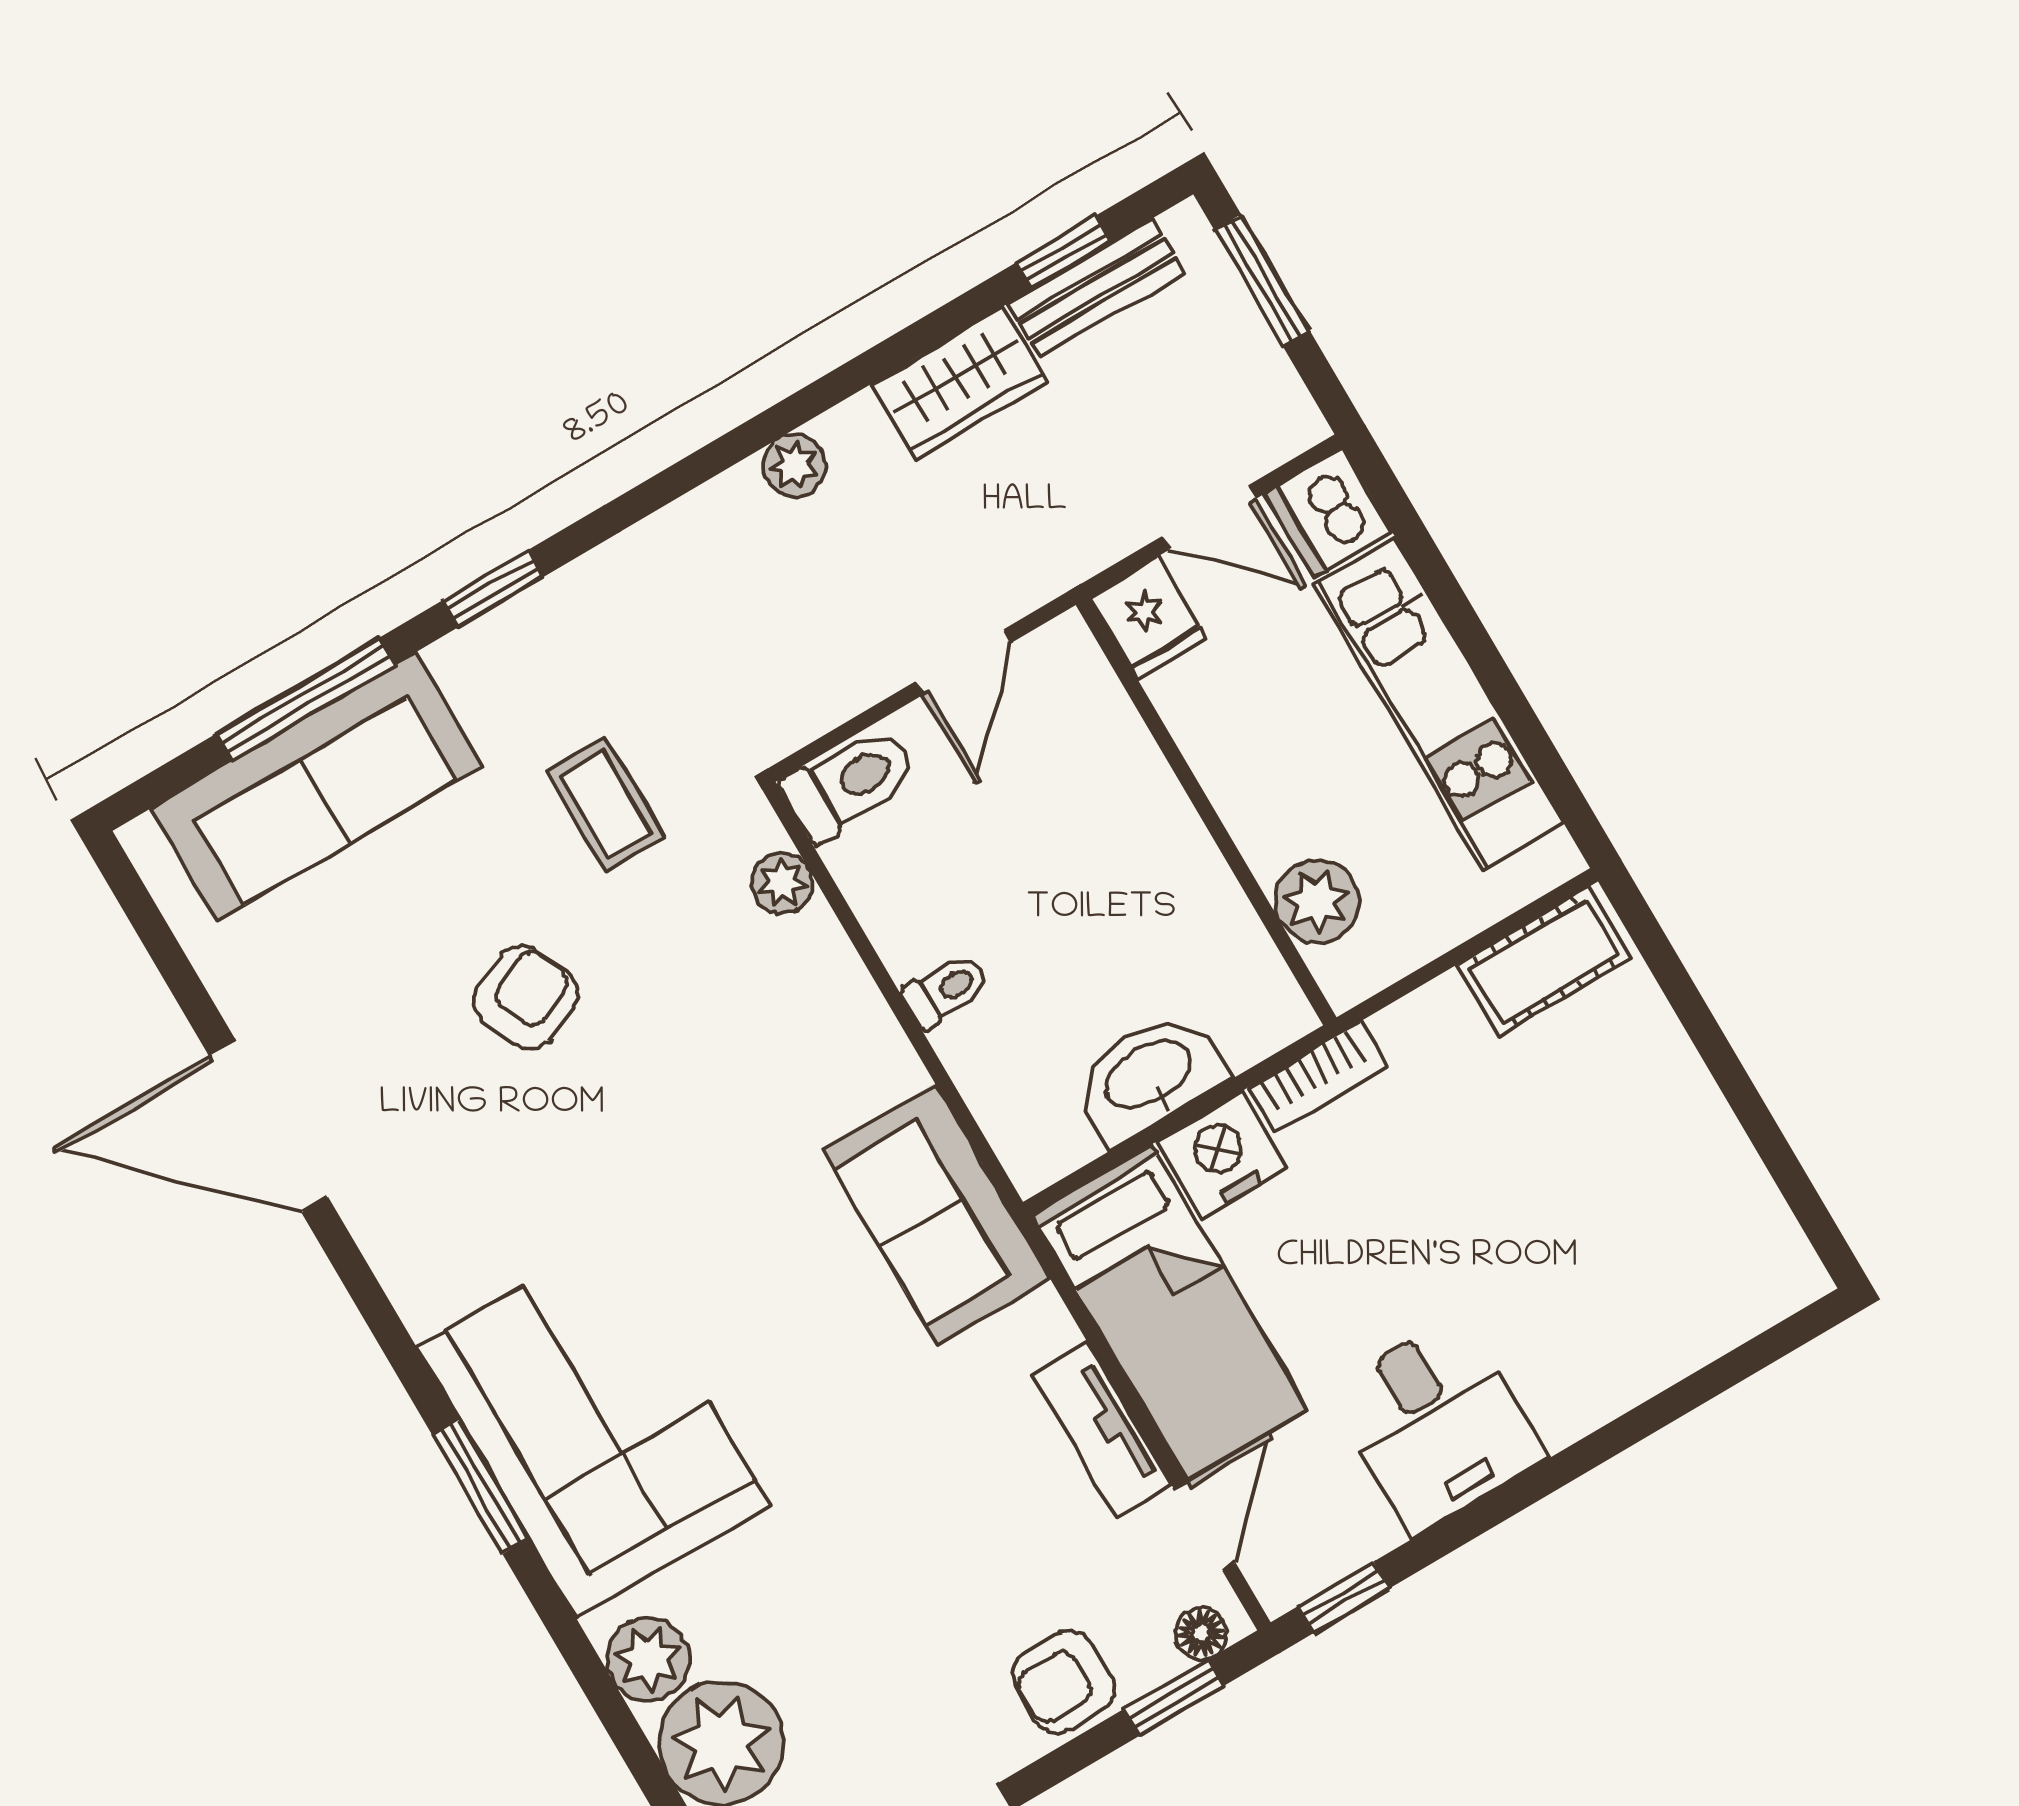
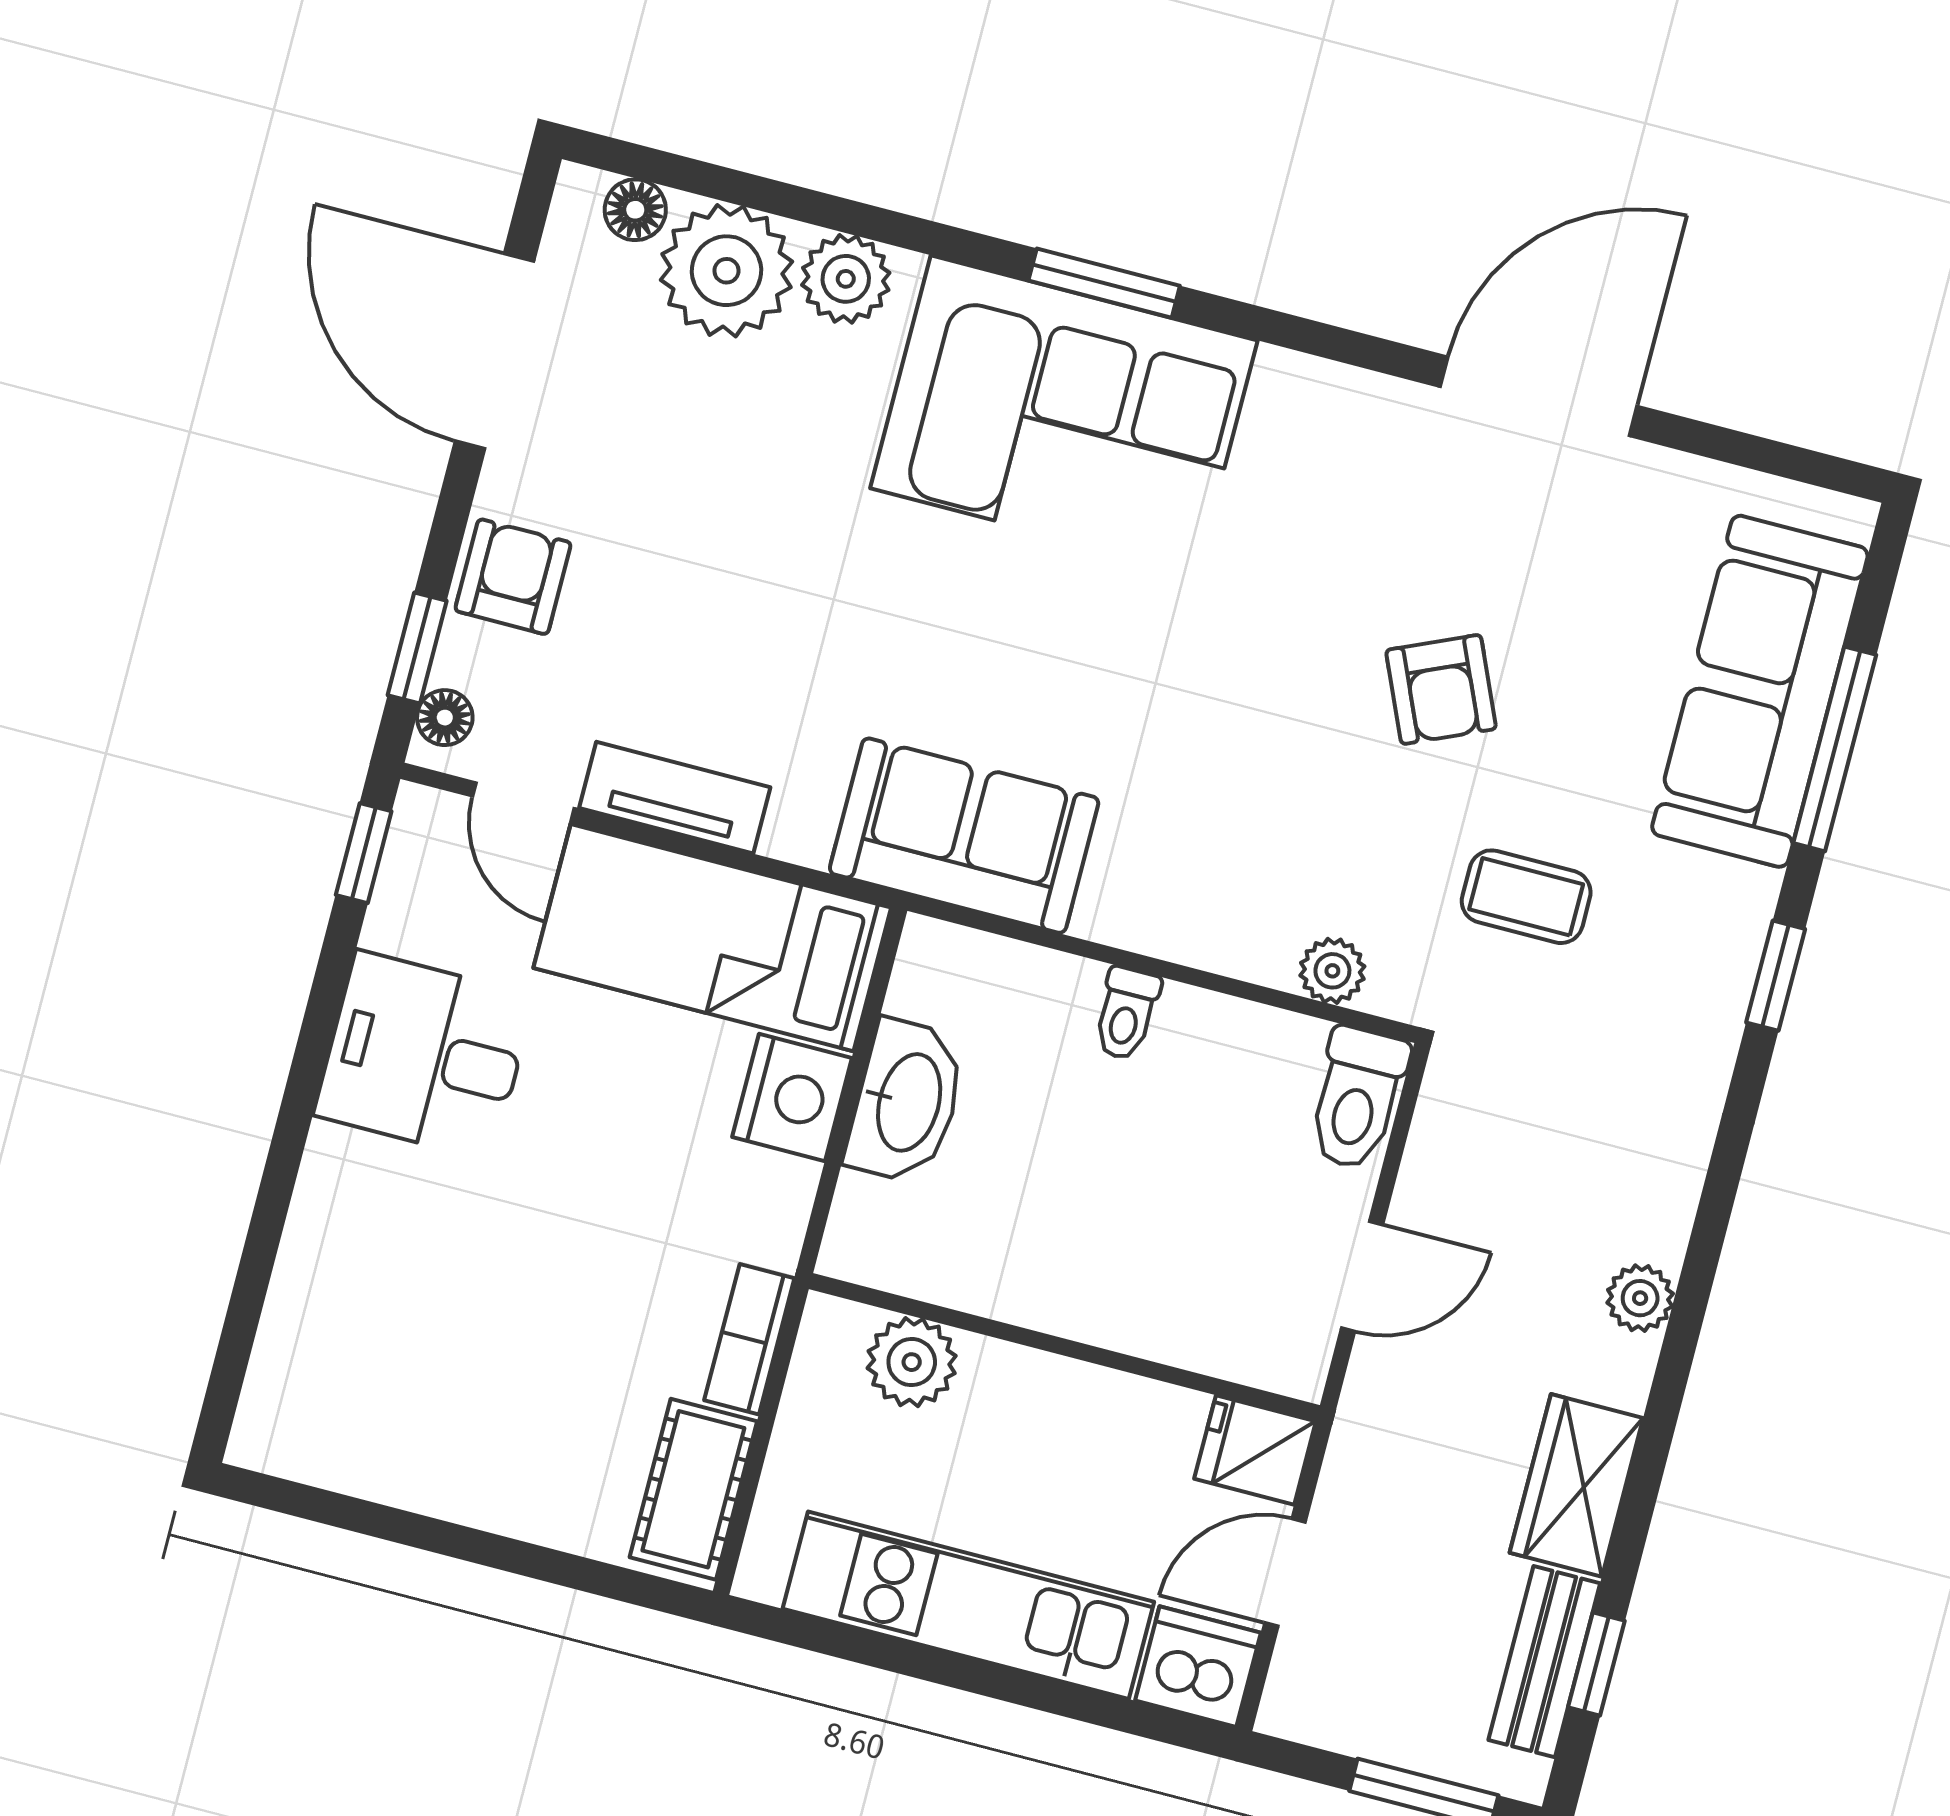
door: (963, 662) -> (1362, 1276), swing flipped
bookcase: (1317, 1077) -> (749, 1339), moved

